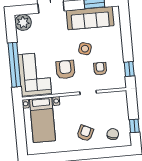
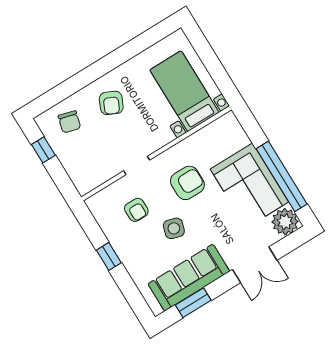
window: (14, 65) -> (282, 176), moved
window: (129, 69) -> (109, 256), moved
armchair: (65, 70) -> (187, 183), turned -90
corner sofa: (35, 74) -> (249, 185), moved

